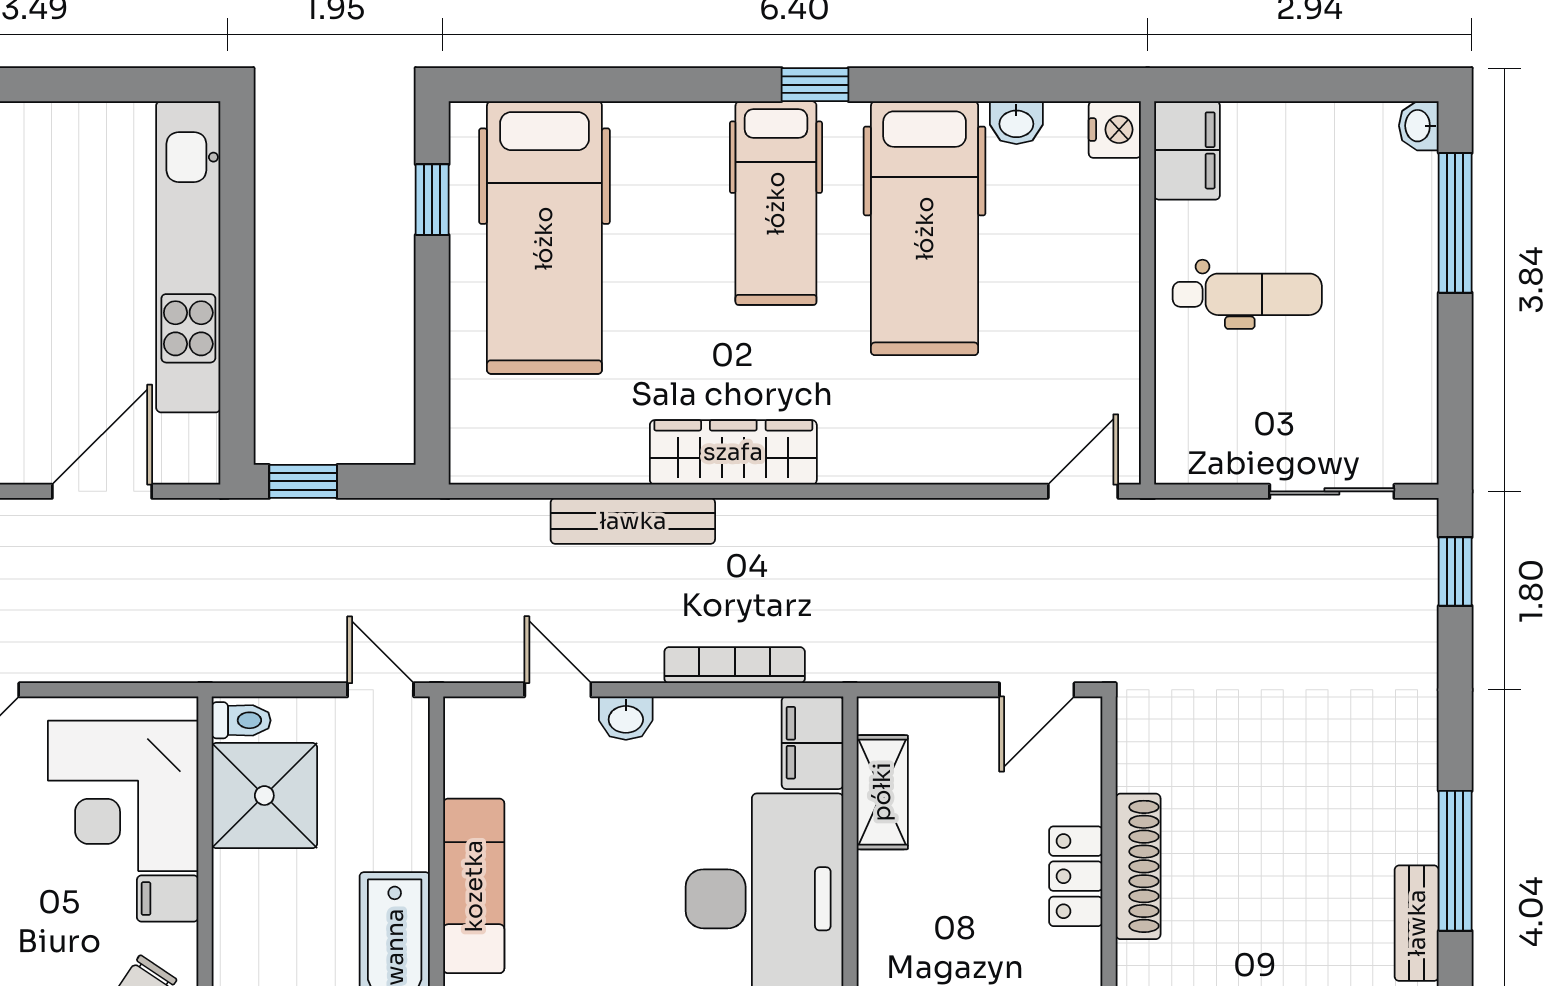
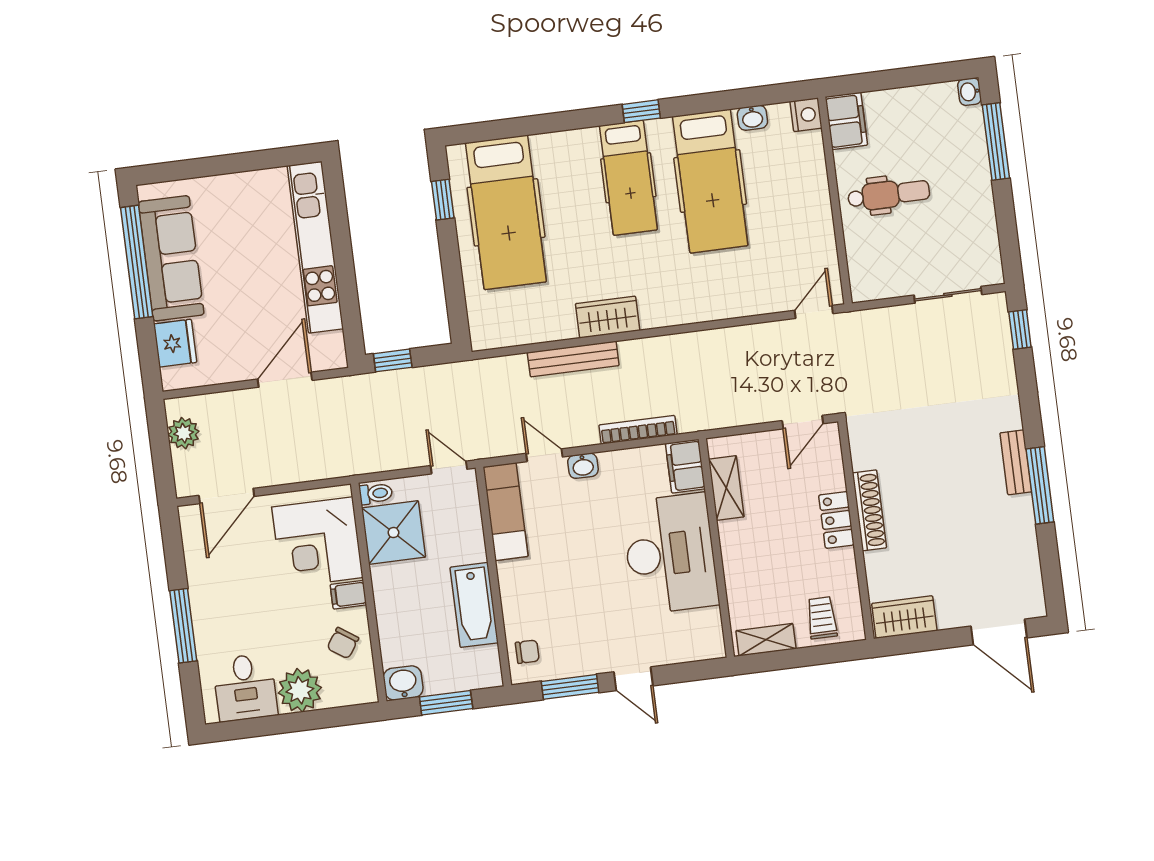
wardrobe: (733, 452) -> (608, 317), width x0.67
exam couch: (474, 886) -> (506, 512), moved
bench: (1417, 923) -> (1016, 462), moved

